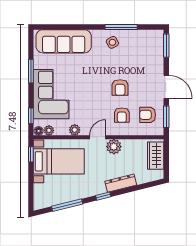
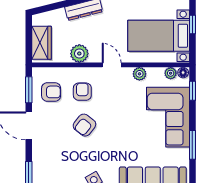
armchair: (120, 88) -> (84, 125), turned -142
door: (98, 137) -> (112, 65), swing flipped
plant: (114, 147) -> (79, 54), moved
window: (31, 154) -> (192, 25), moved

